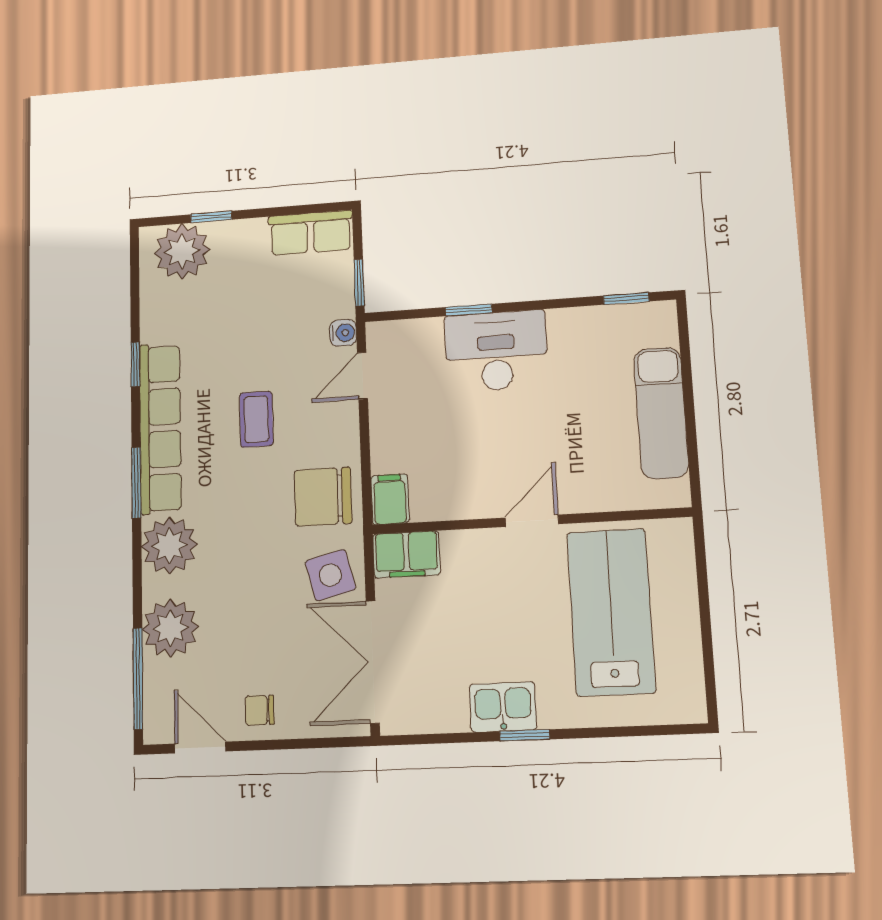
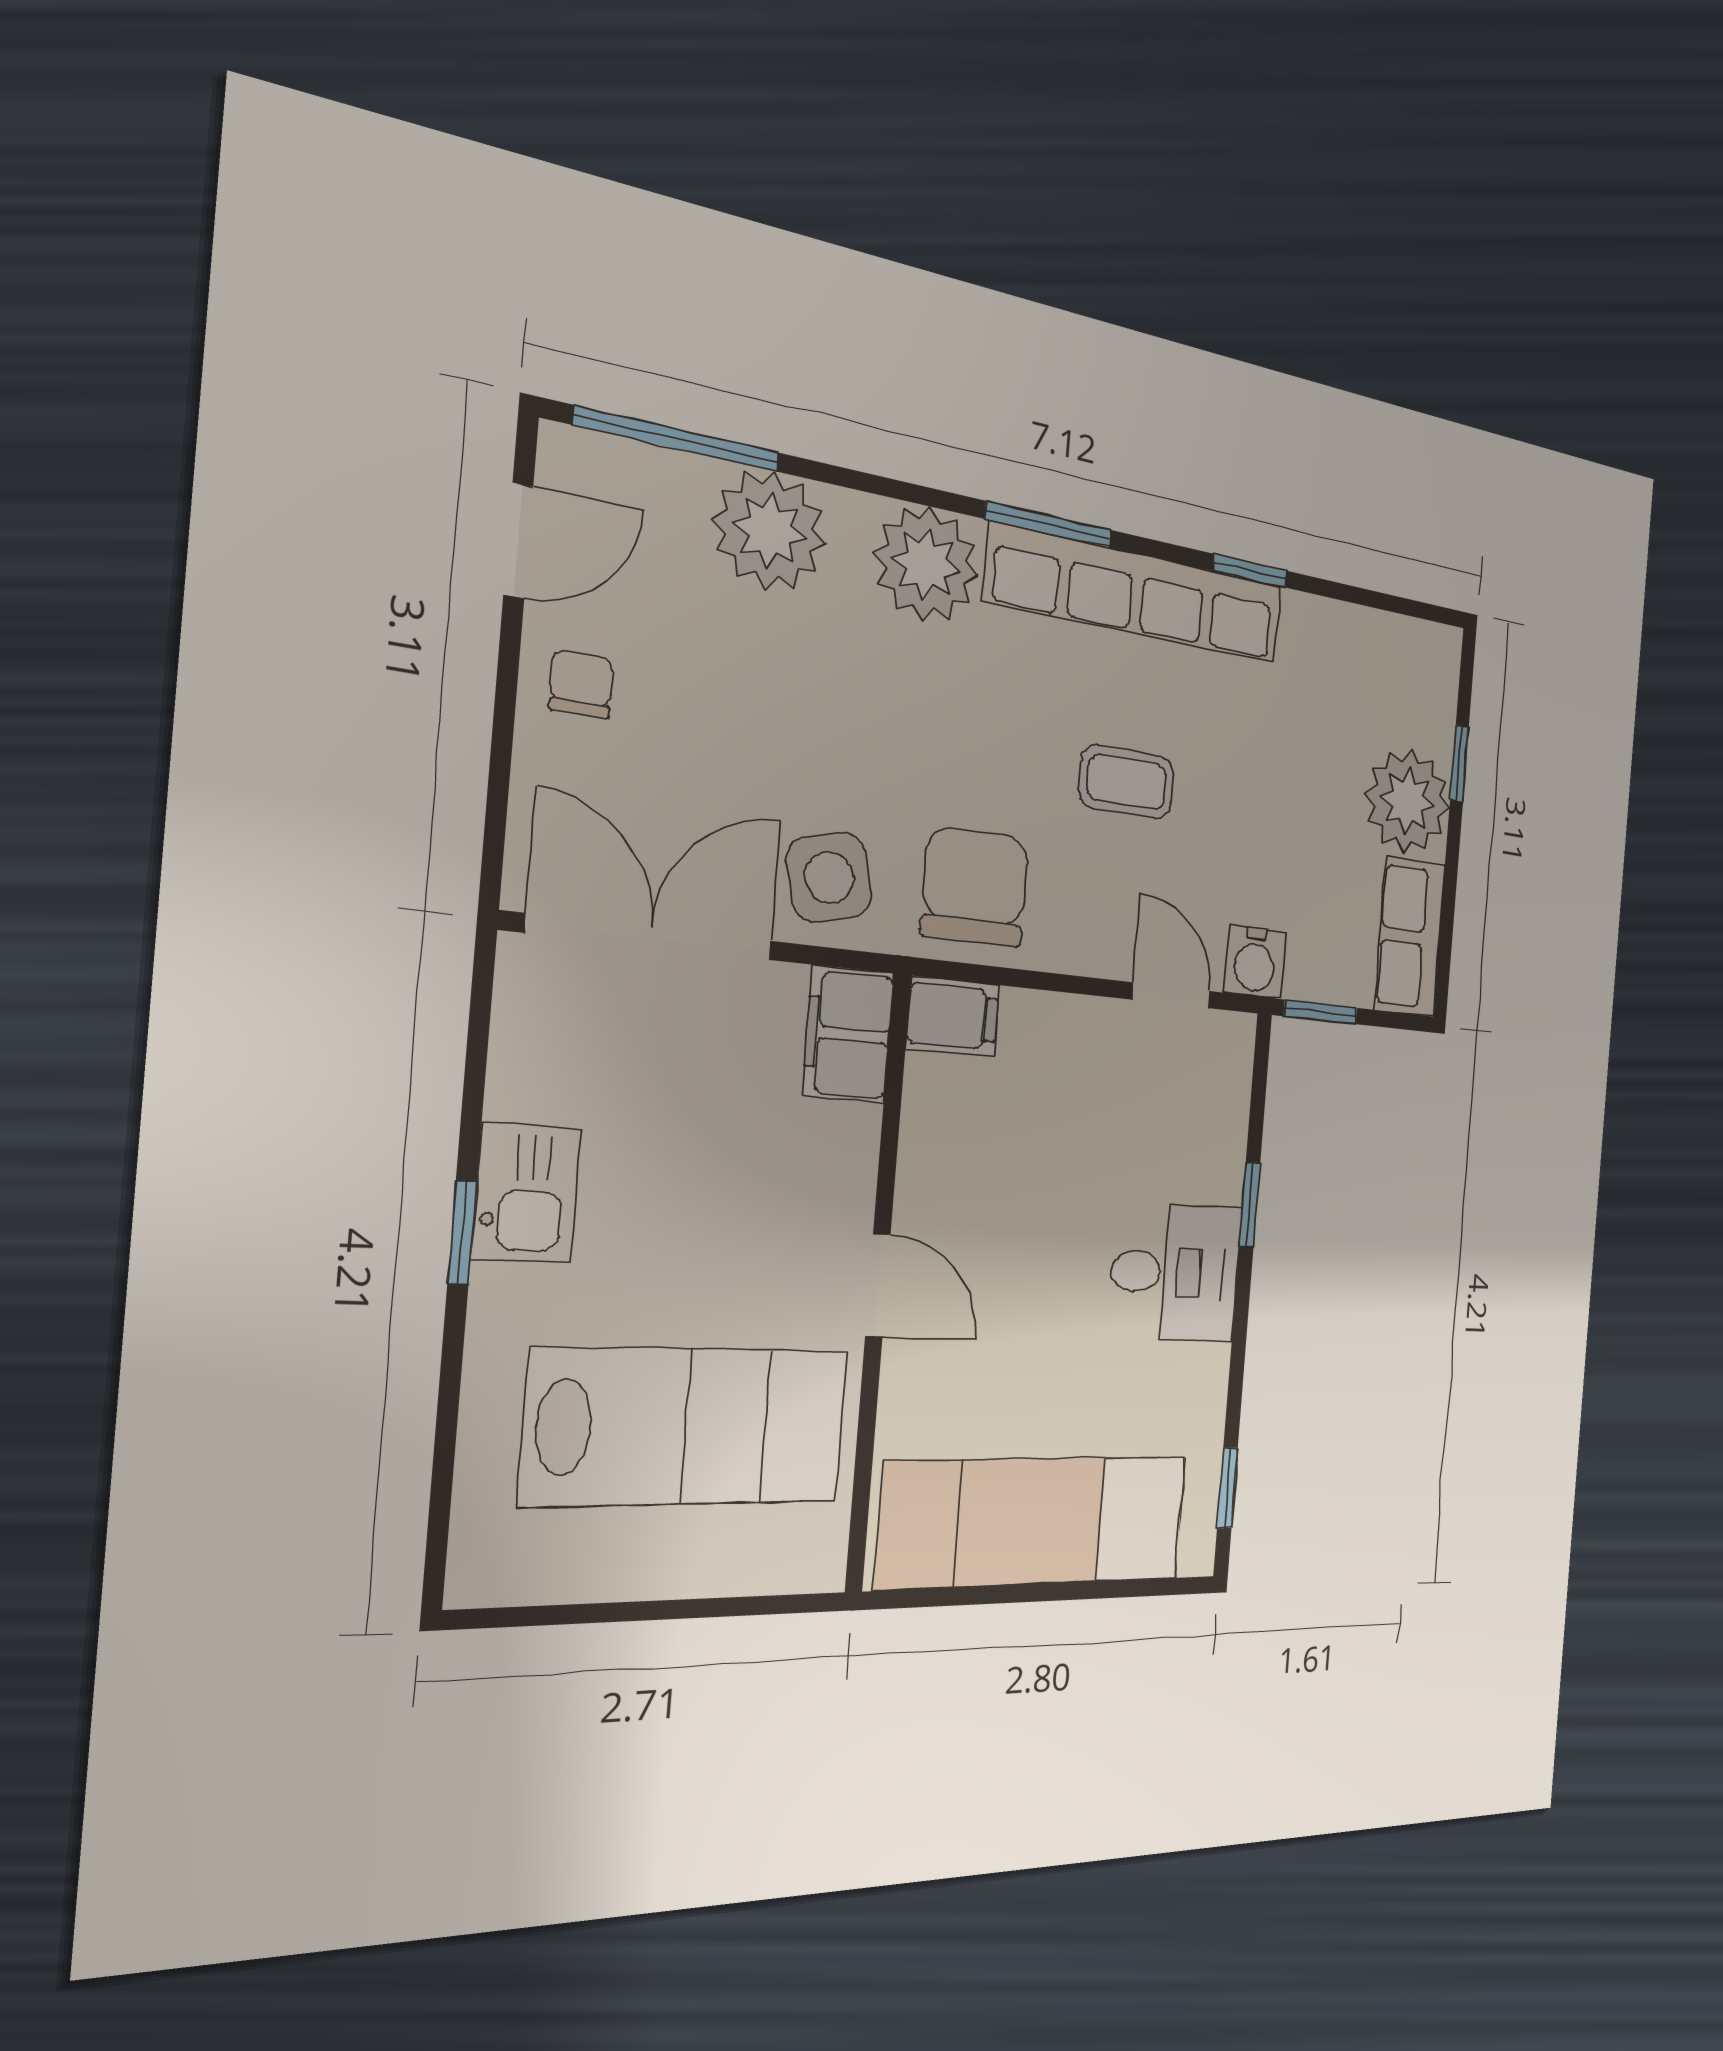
plant: (182, 251) -> (1407, 801), moved
water cooler: (343, 333) -> (1255, 962), width x1.38, depth x1.38
desk: (496, 351) -> (1175, 1272), width x0.73
exam couch: (661, 413) -> (1035, 1521), width x1.36, depth x1.45

